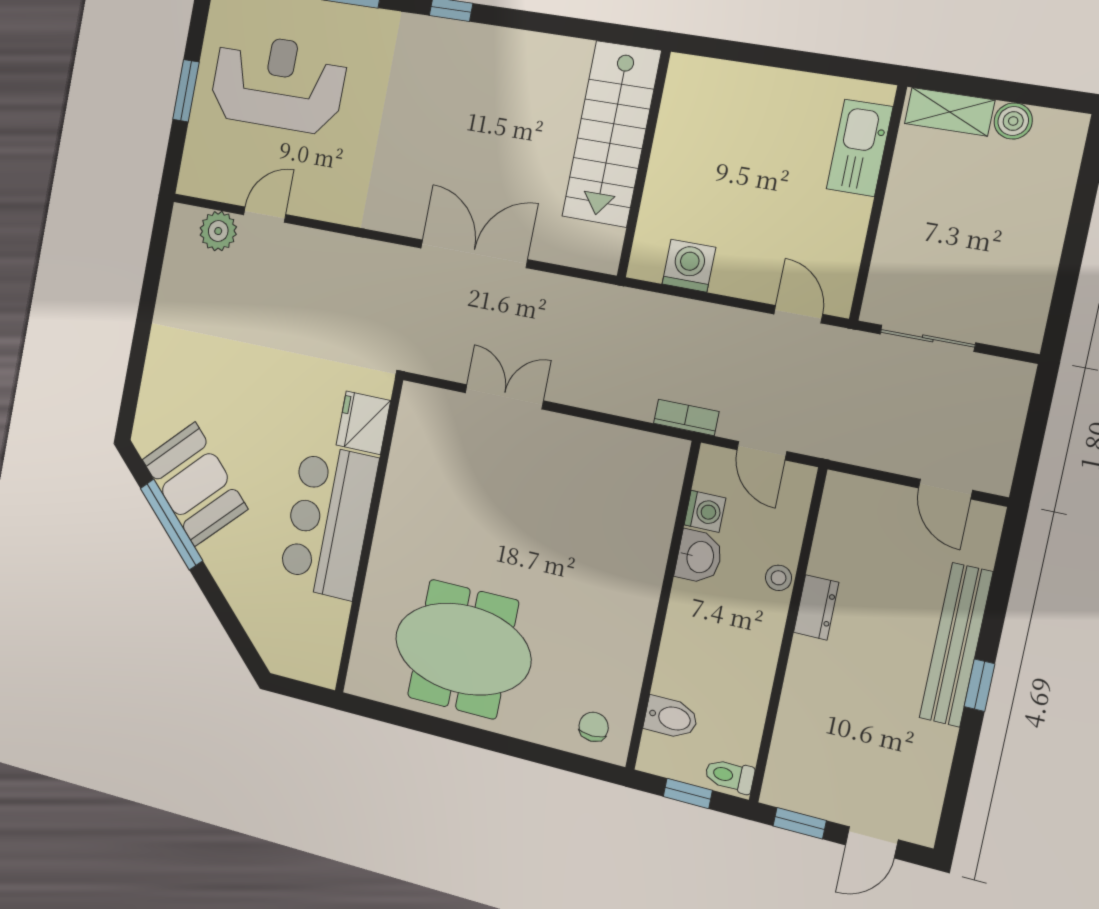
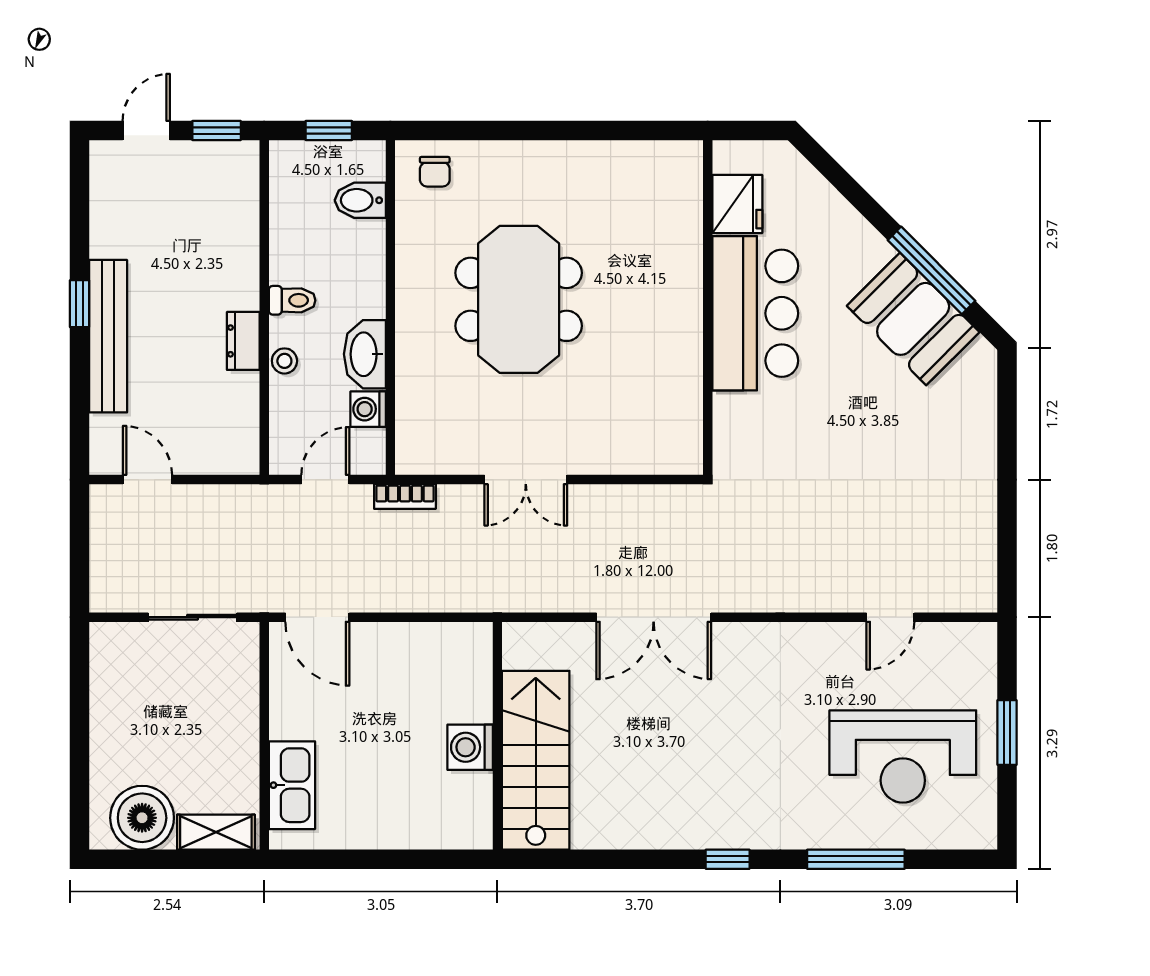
boiler: (1013, 121) -> (142, 818), width x1.86, depth x1.86
plant: (218, 231) -> (940, 591), removed
washing machine: (689, 266) -> (470, 747), moved, turned 90
door: (798, 314) -> (317, 617), width x1.38
double door: (504, 397) -> (526, 480), moved
fridge: (363, 423) -> (737, 204), moved
door: (762, 451) -> (325, 480), hinge flipped
washbasin: (699, 557) -> (365, 354), width x1.38
meeting table: (463, 649) -> (519, 299), moved, turned 90
toilet: (730, 776) -> (292, 300), moved

